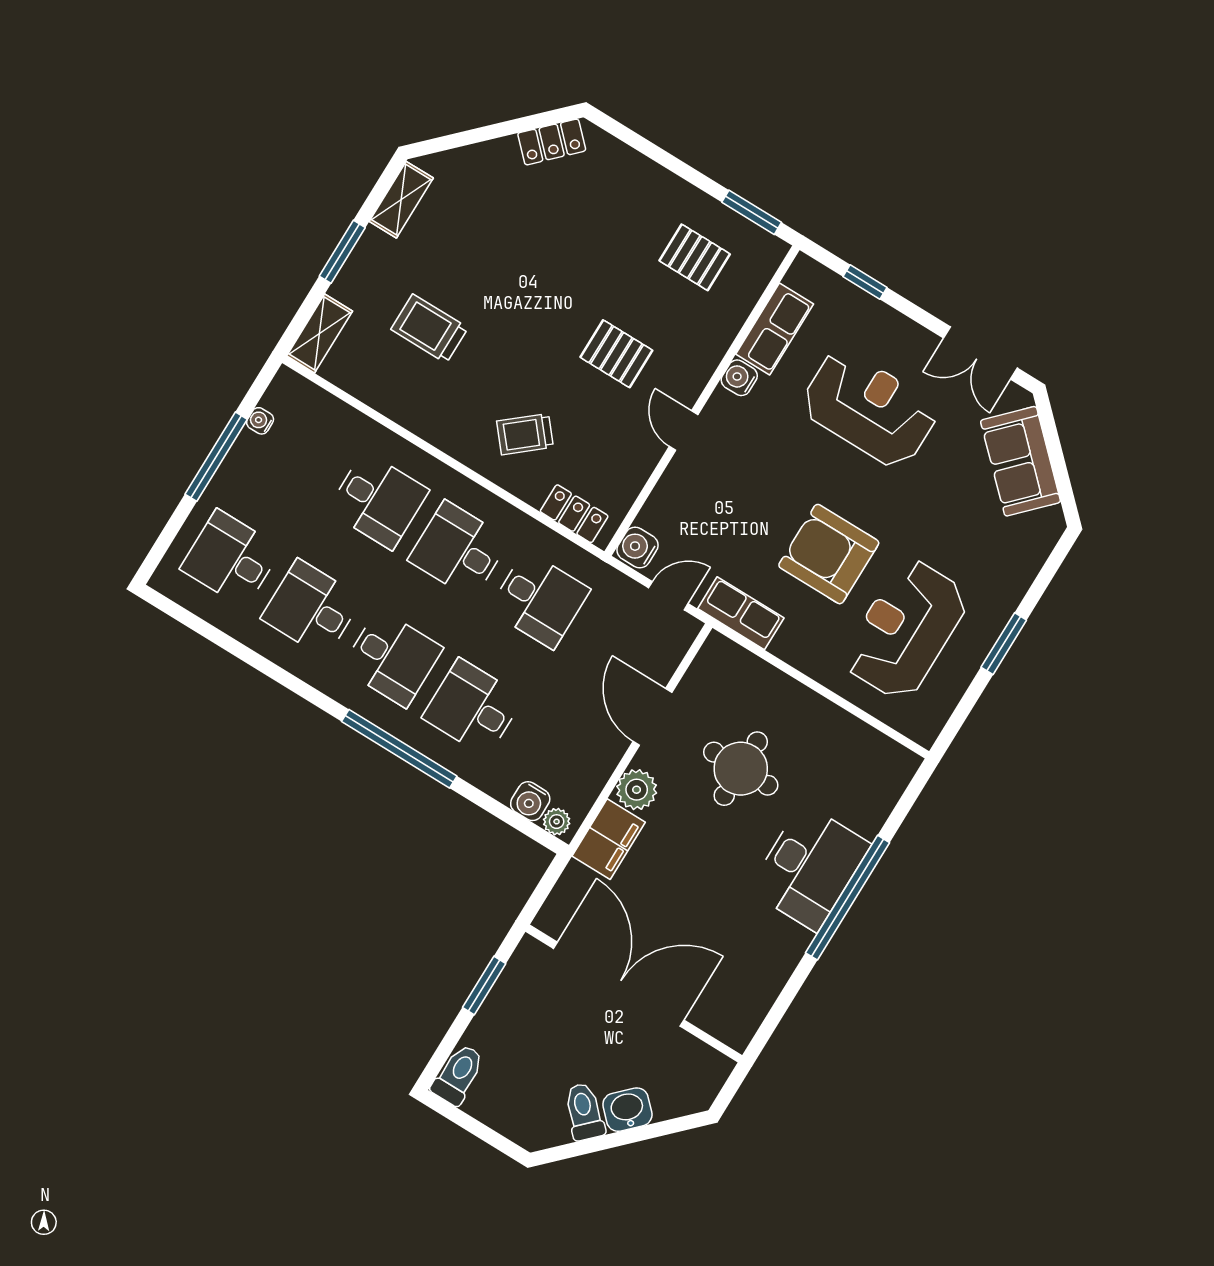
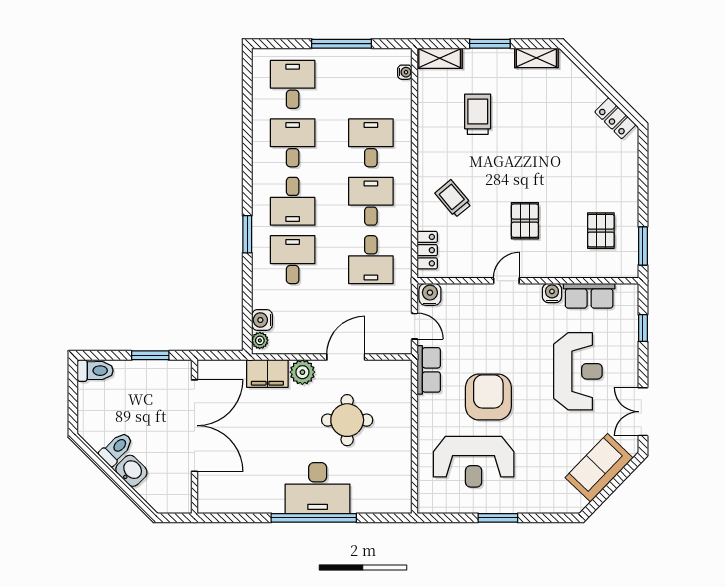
water cooler: (260, 421) -> (405, 72), moved, turned 90
desk: (378, 500) -> (371, 143), turned 180
reception desk: (906, 629) -> (474, 462), turned 180
window: (399, 749) -> (247, 234), width x0.47

